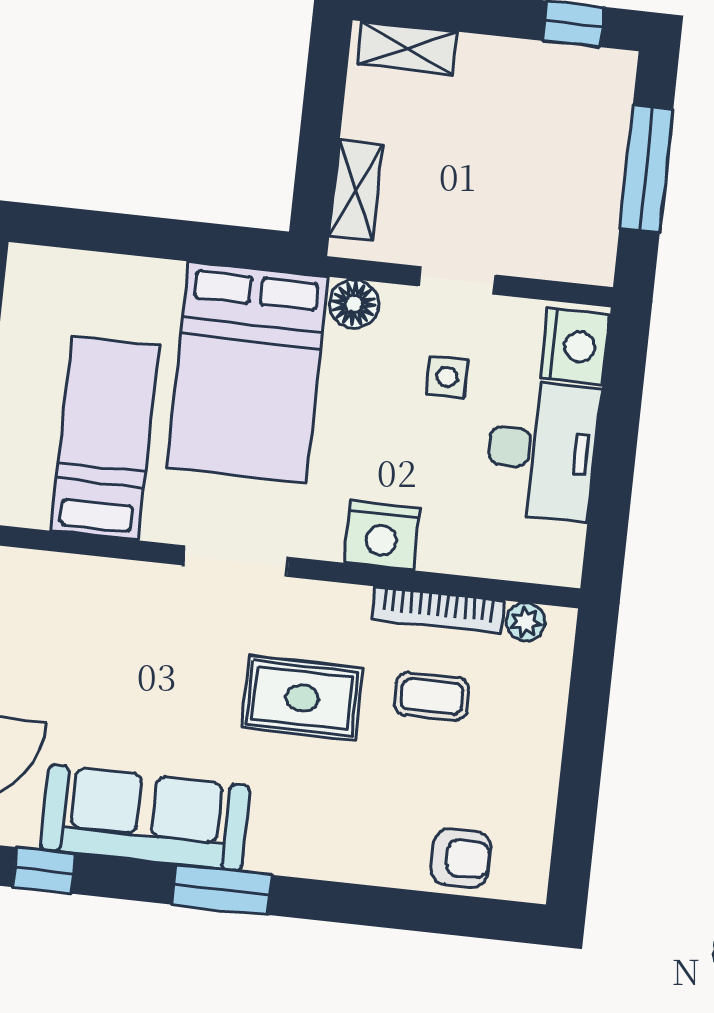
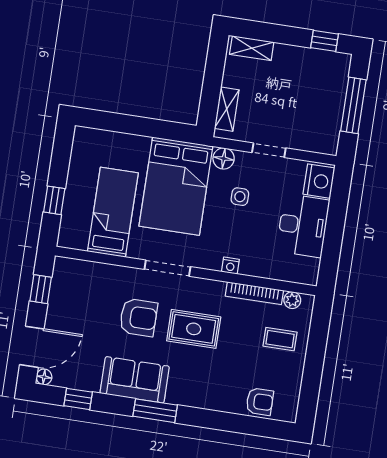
side table: (447, 377) -> (240, 197), moved
nightstand: (382, 535) -> (230, 266), width x0.53, depth x0.56
armchair: (174, 677) -> (138, 317), added
coffee table: (432, 697) -> (280, 339), moved
sofa: (145, 818) -> (135, 380), width x0.73

